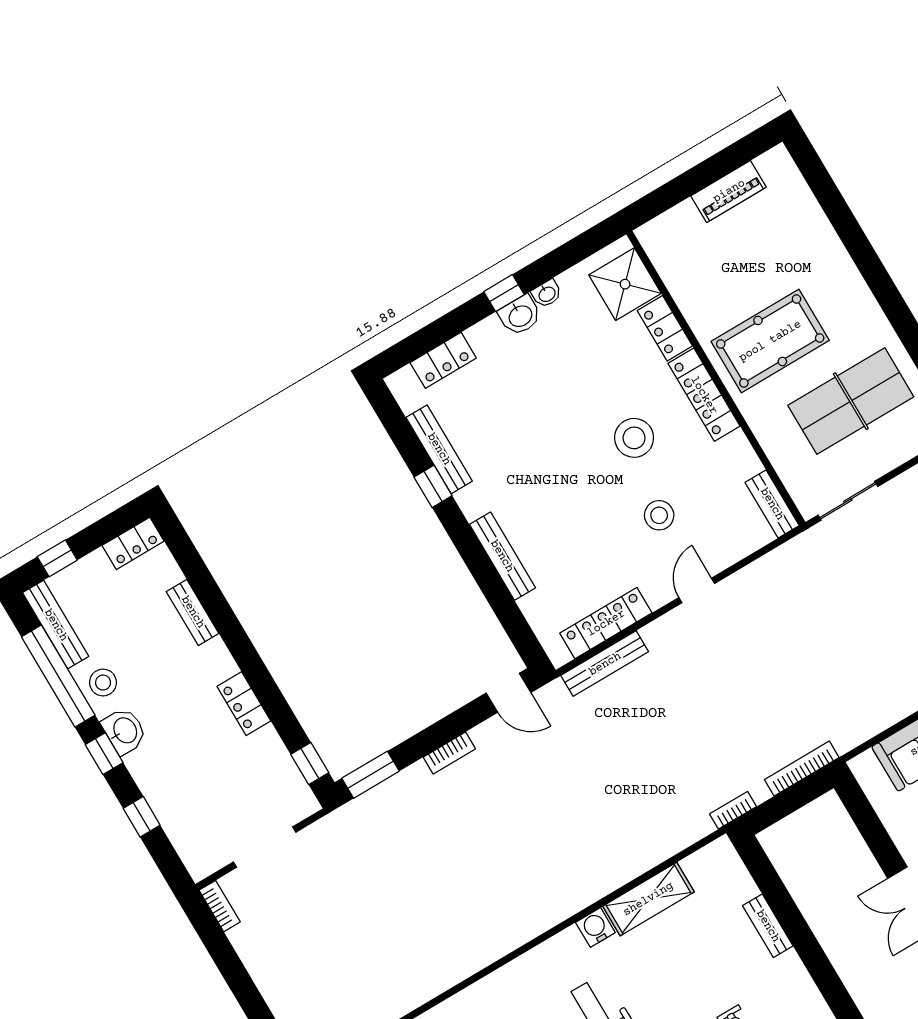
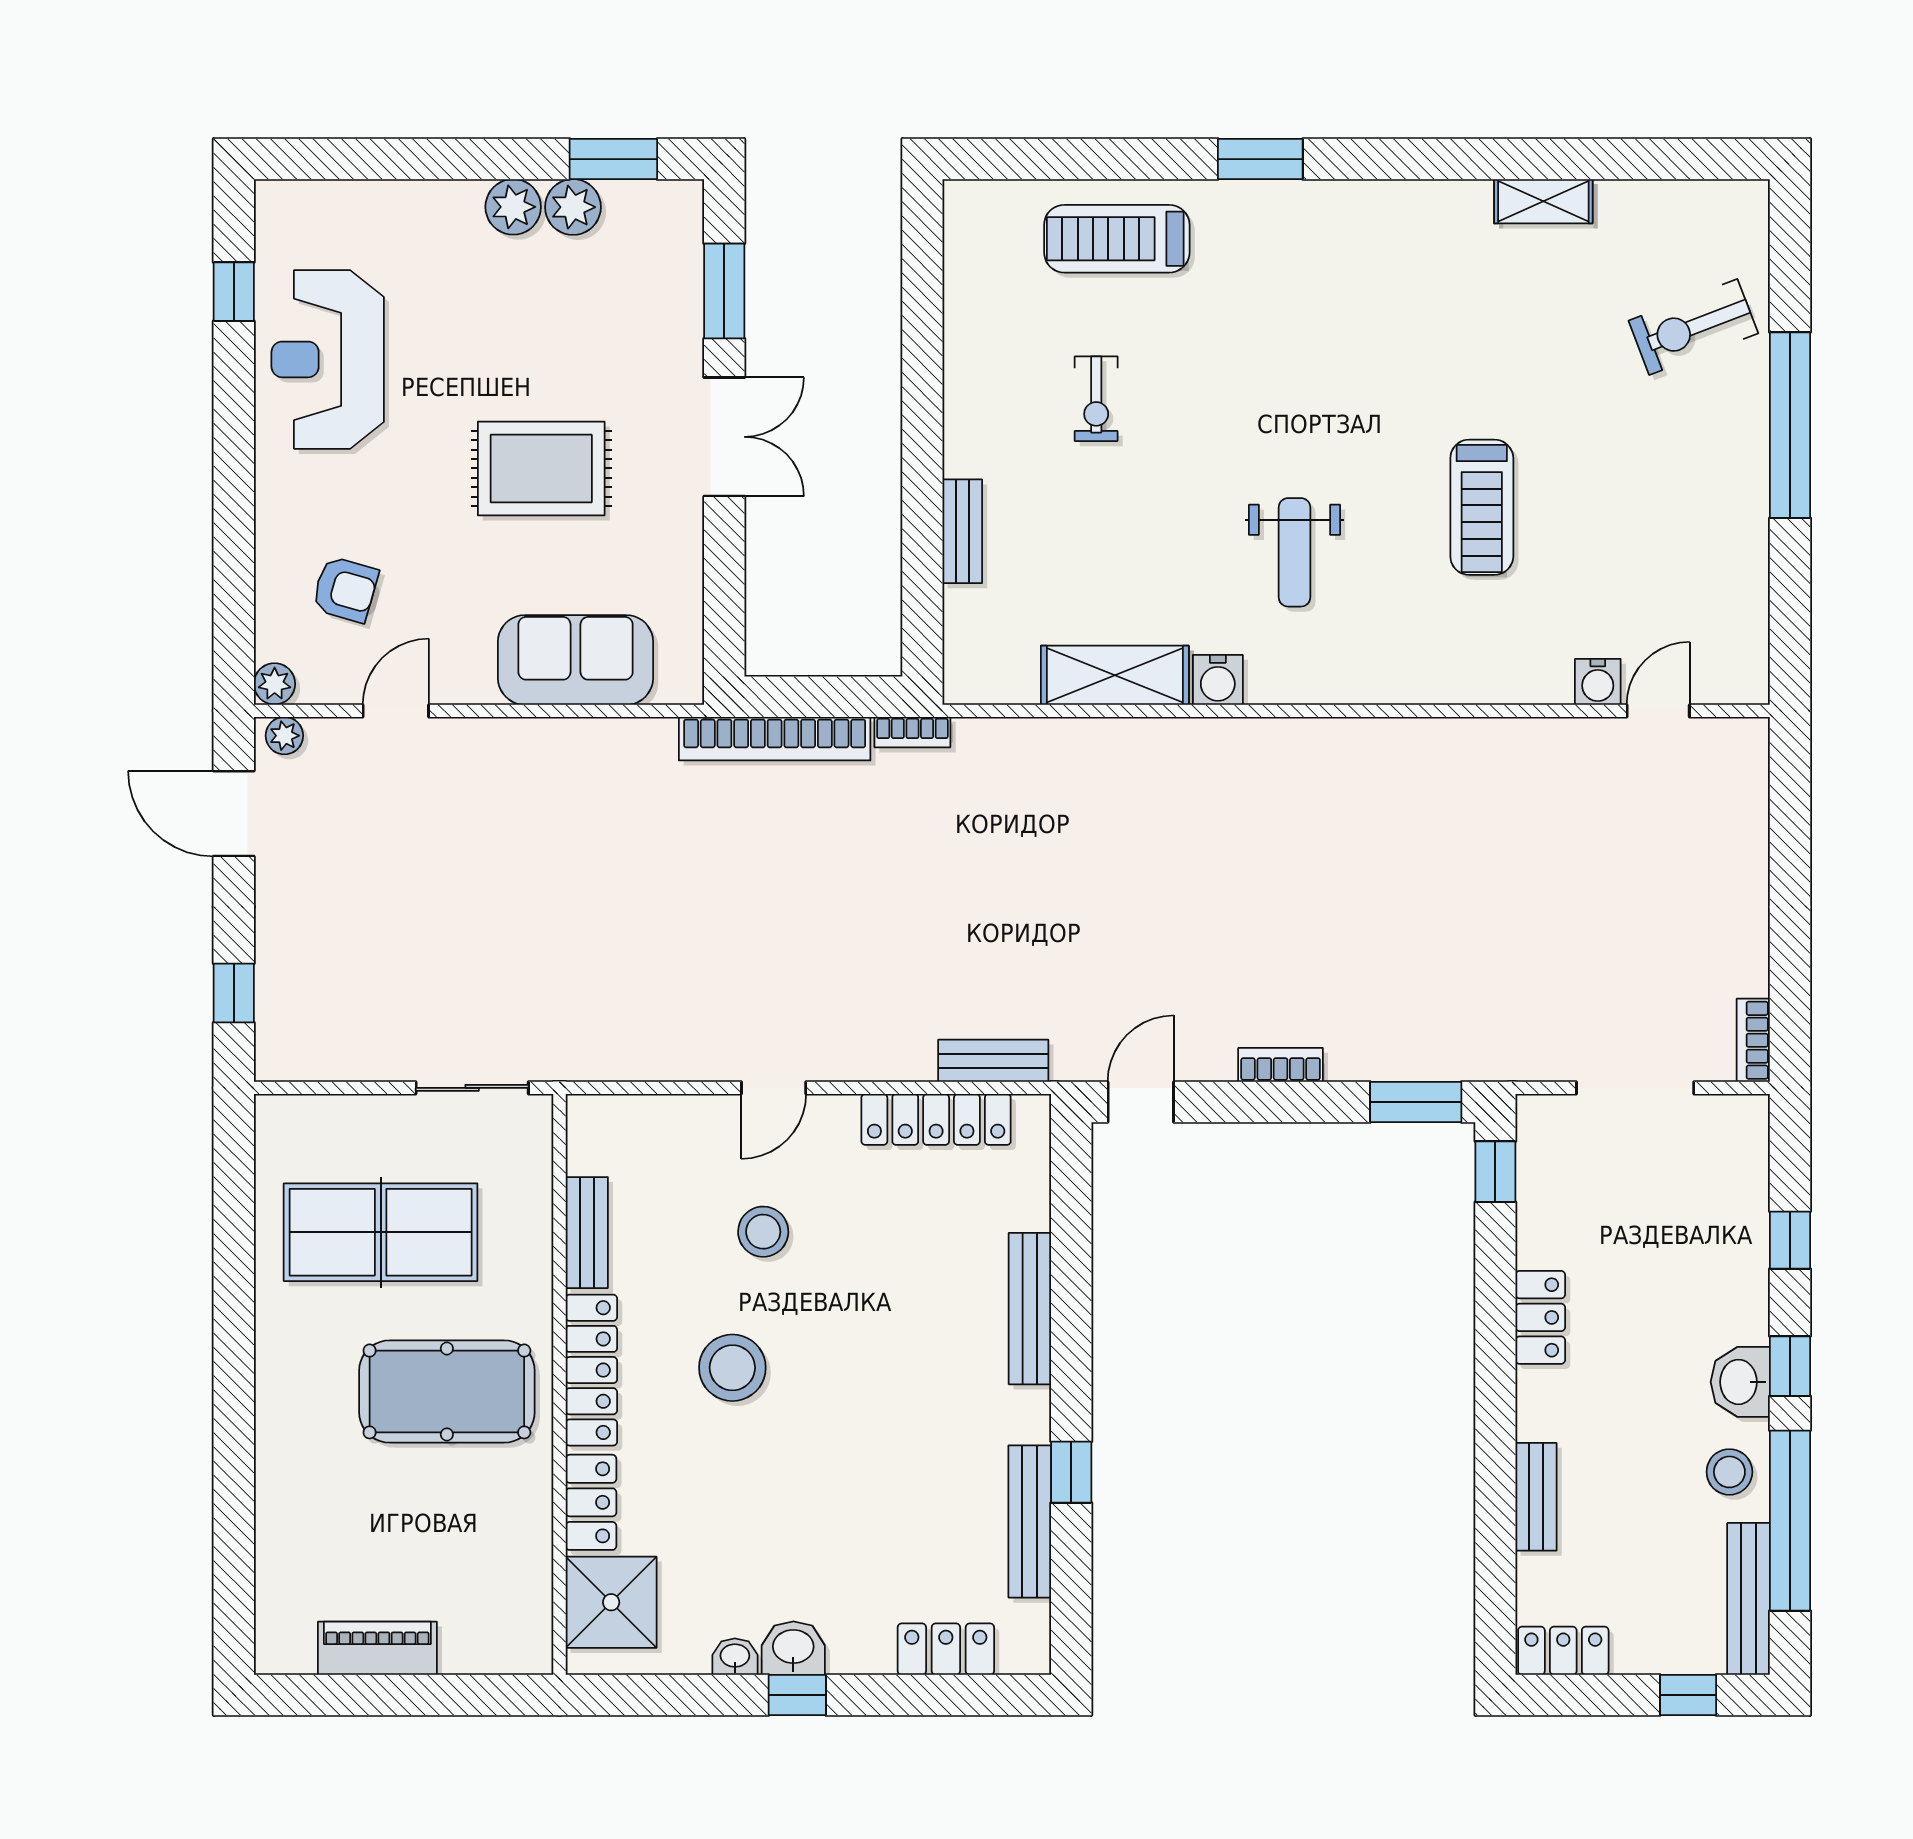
bench: (772, 504) -> (587, 1233), moved
bench: (605, 664) -> (993, 1061), width x0.73
door: (508, 693) -> (1141, 1102), hinge flipped
bookcase: (802, 769) -> (775, 739), width x1.48, depth x1.31

